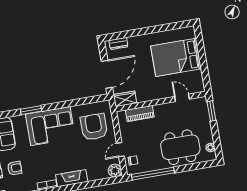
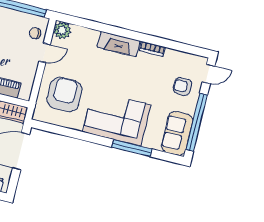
window: (31, 110) -> (132, 148), width x1.44
armchair: (94, 127) -> (65, 94), turned 180

